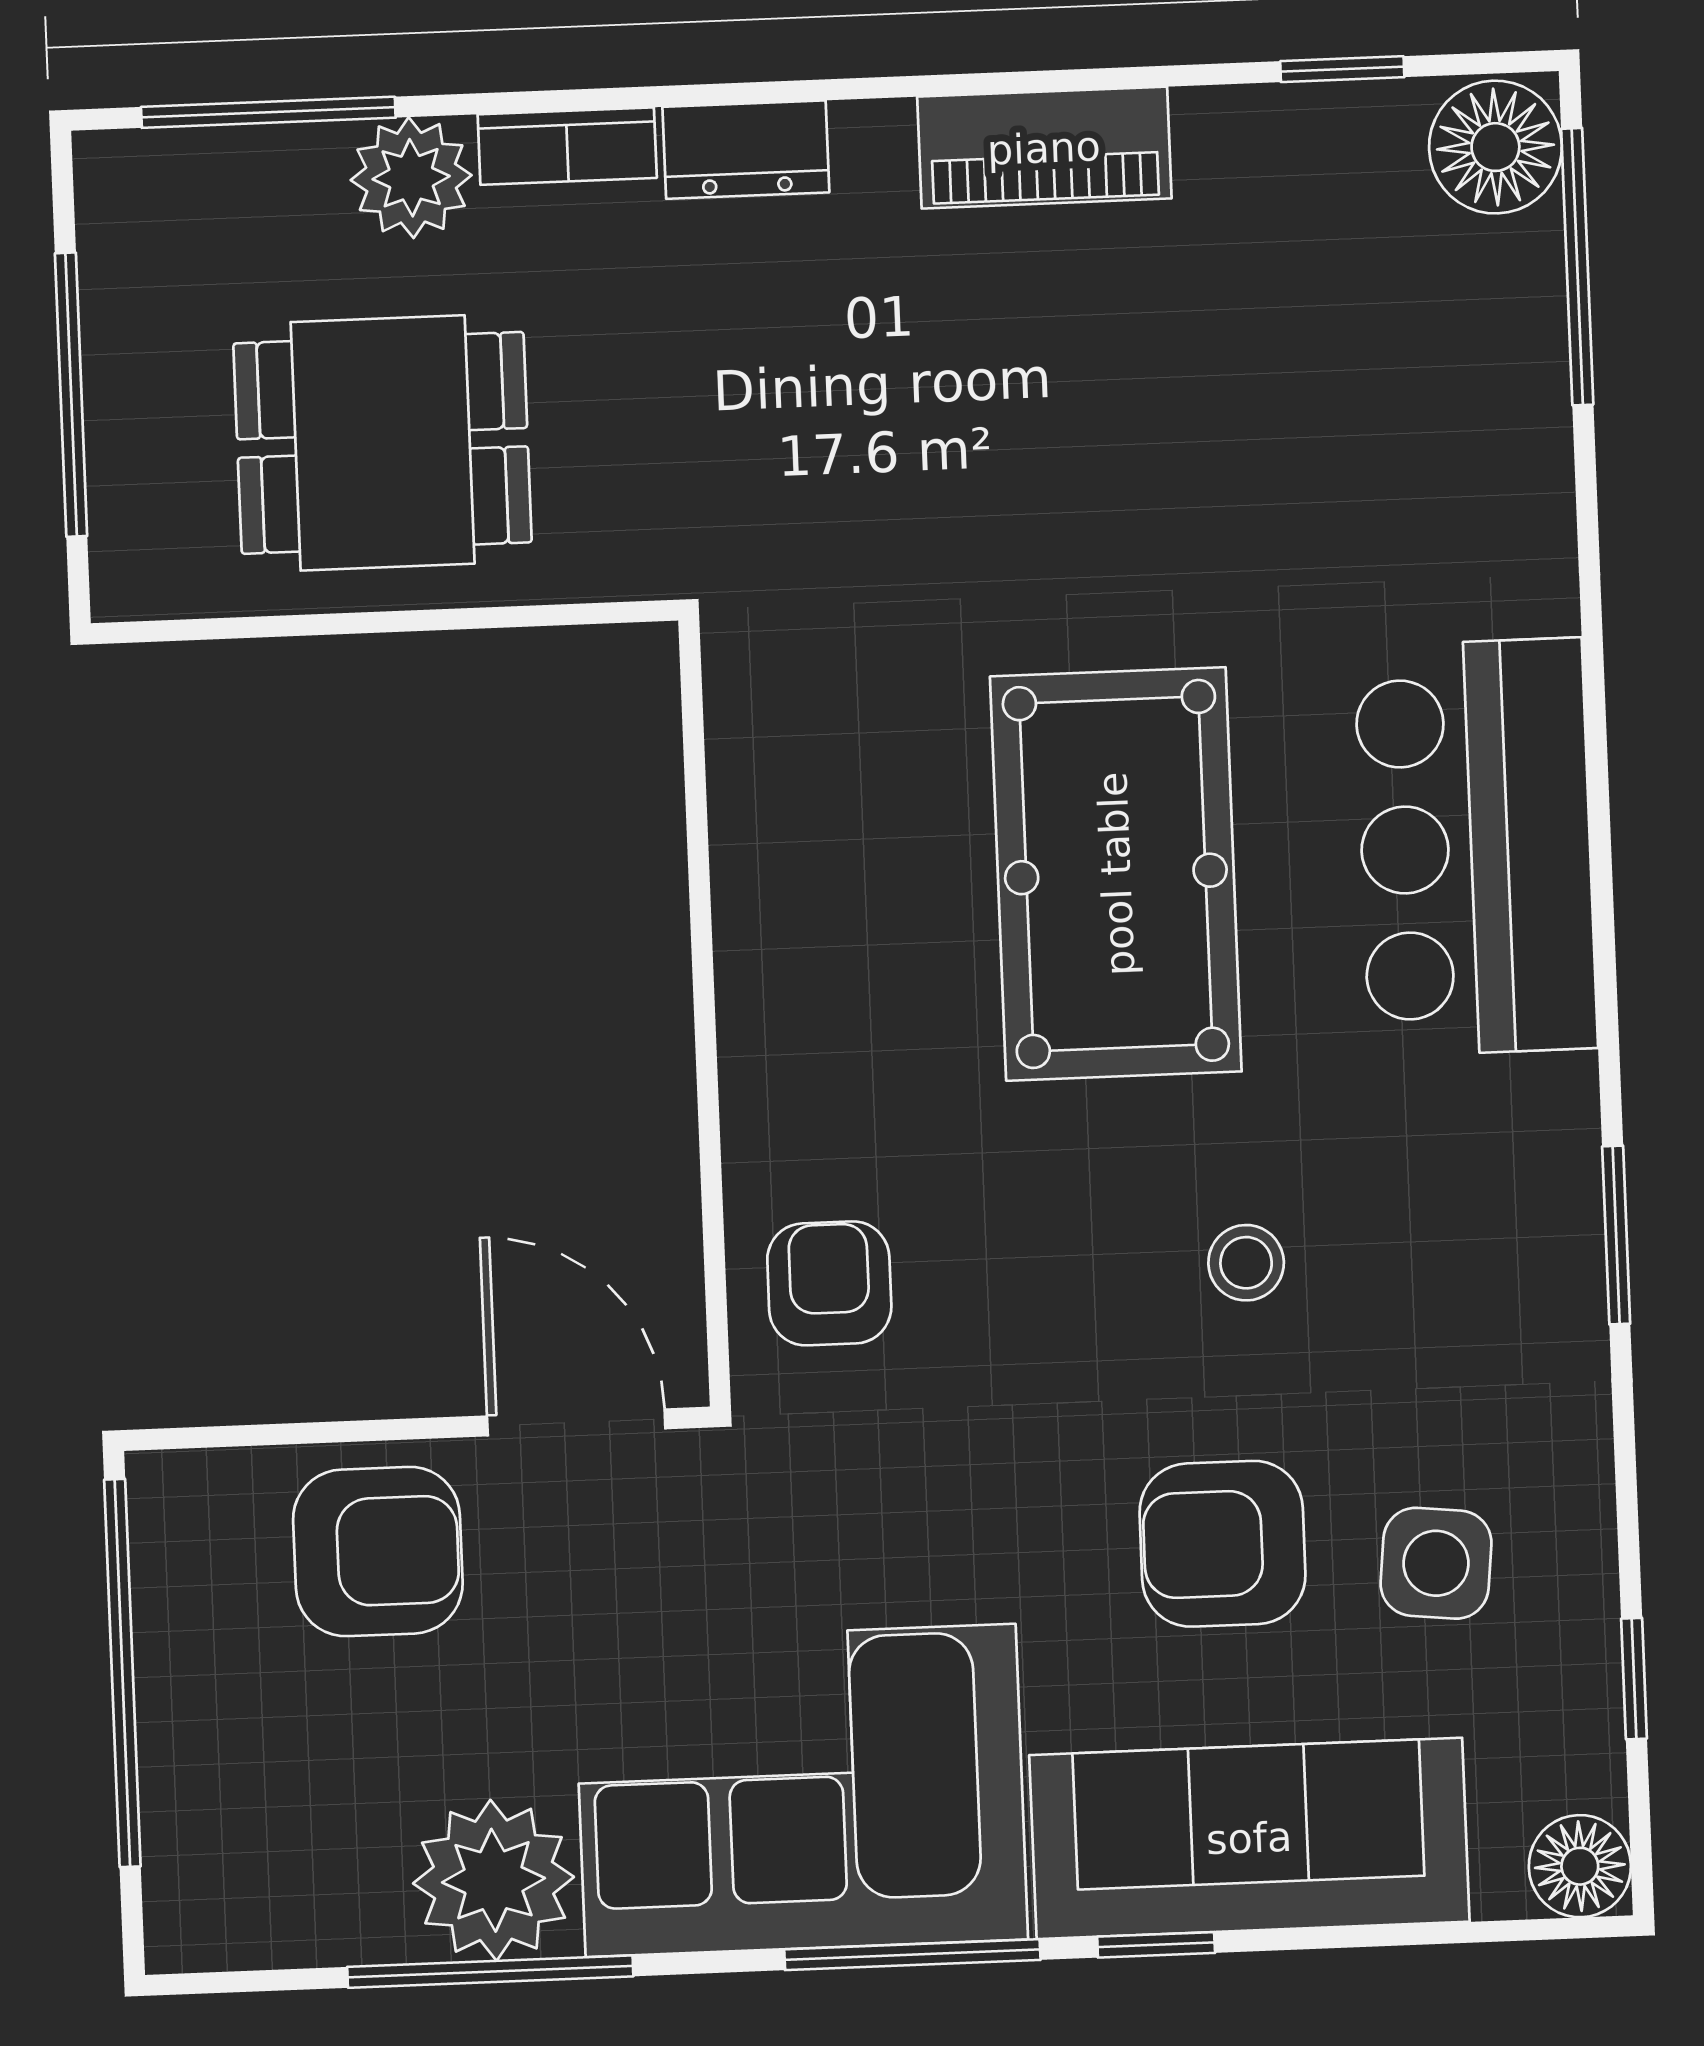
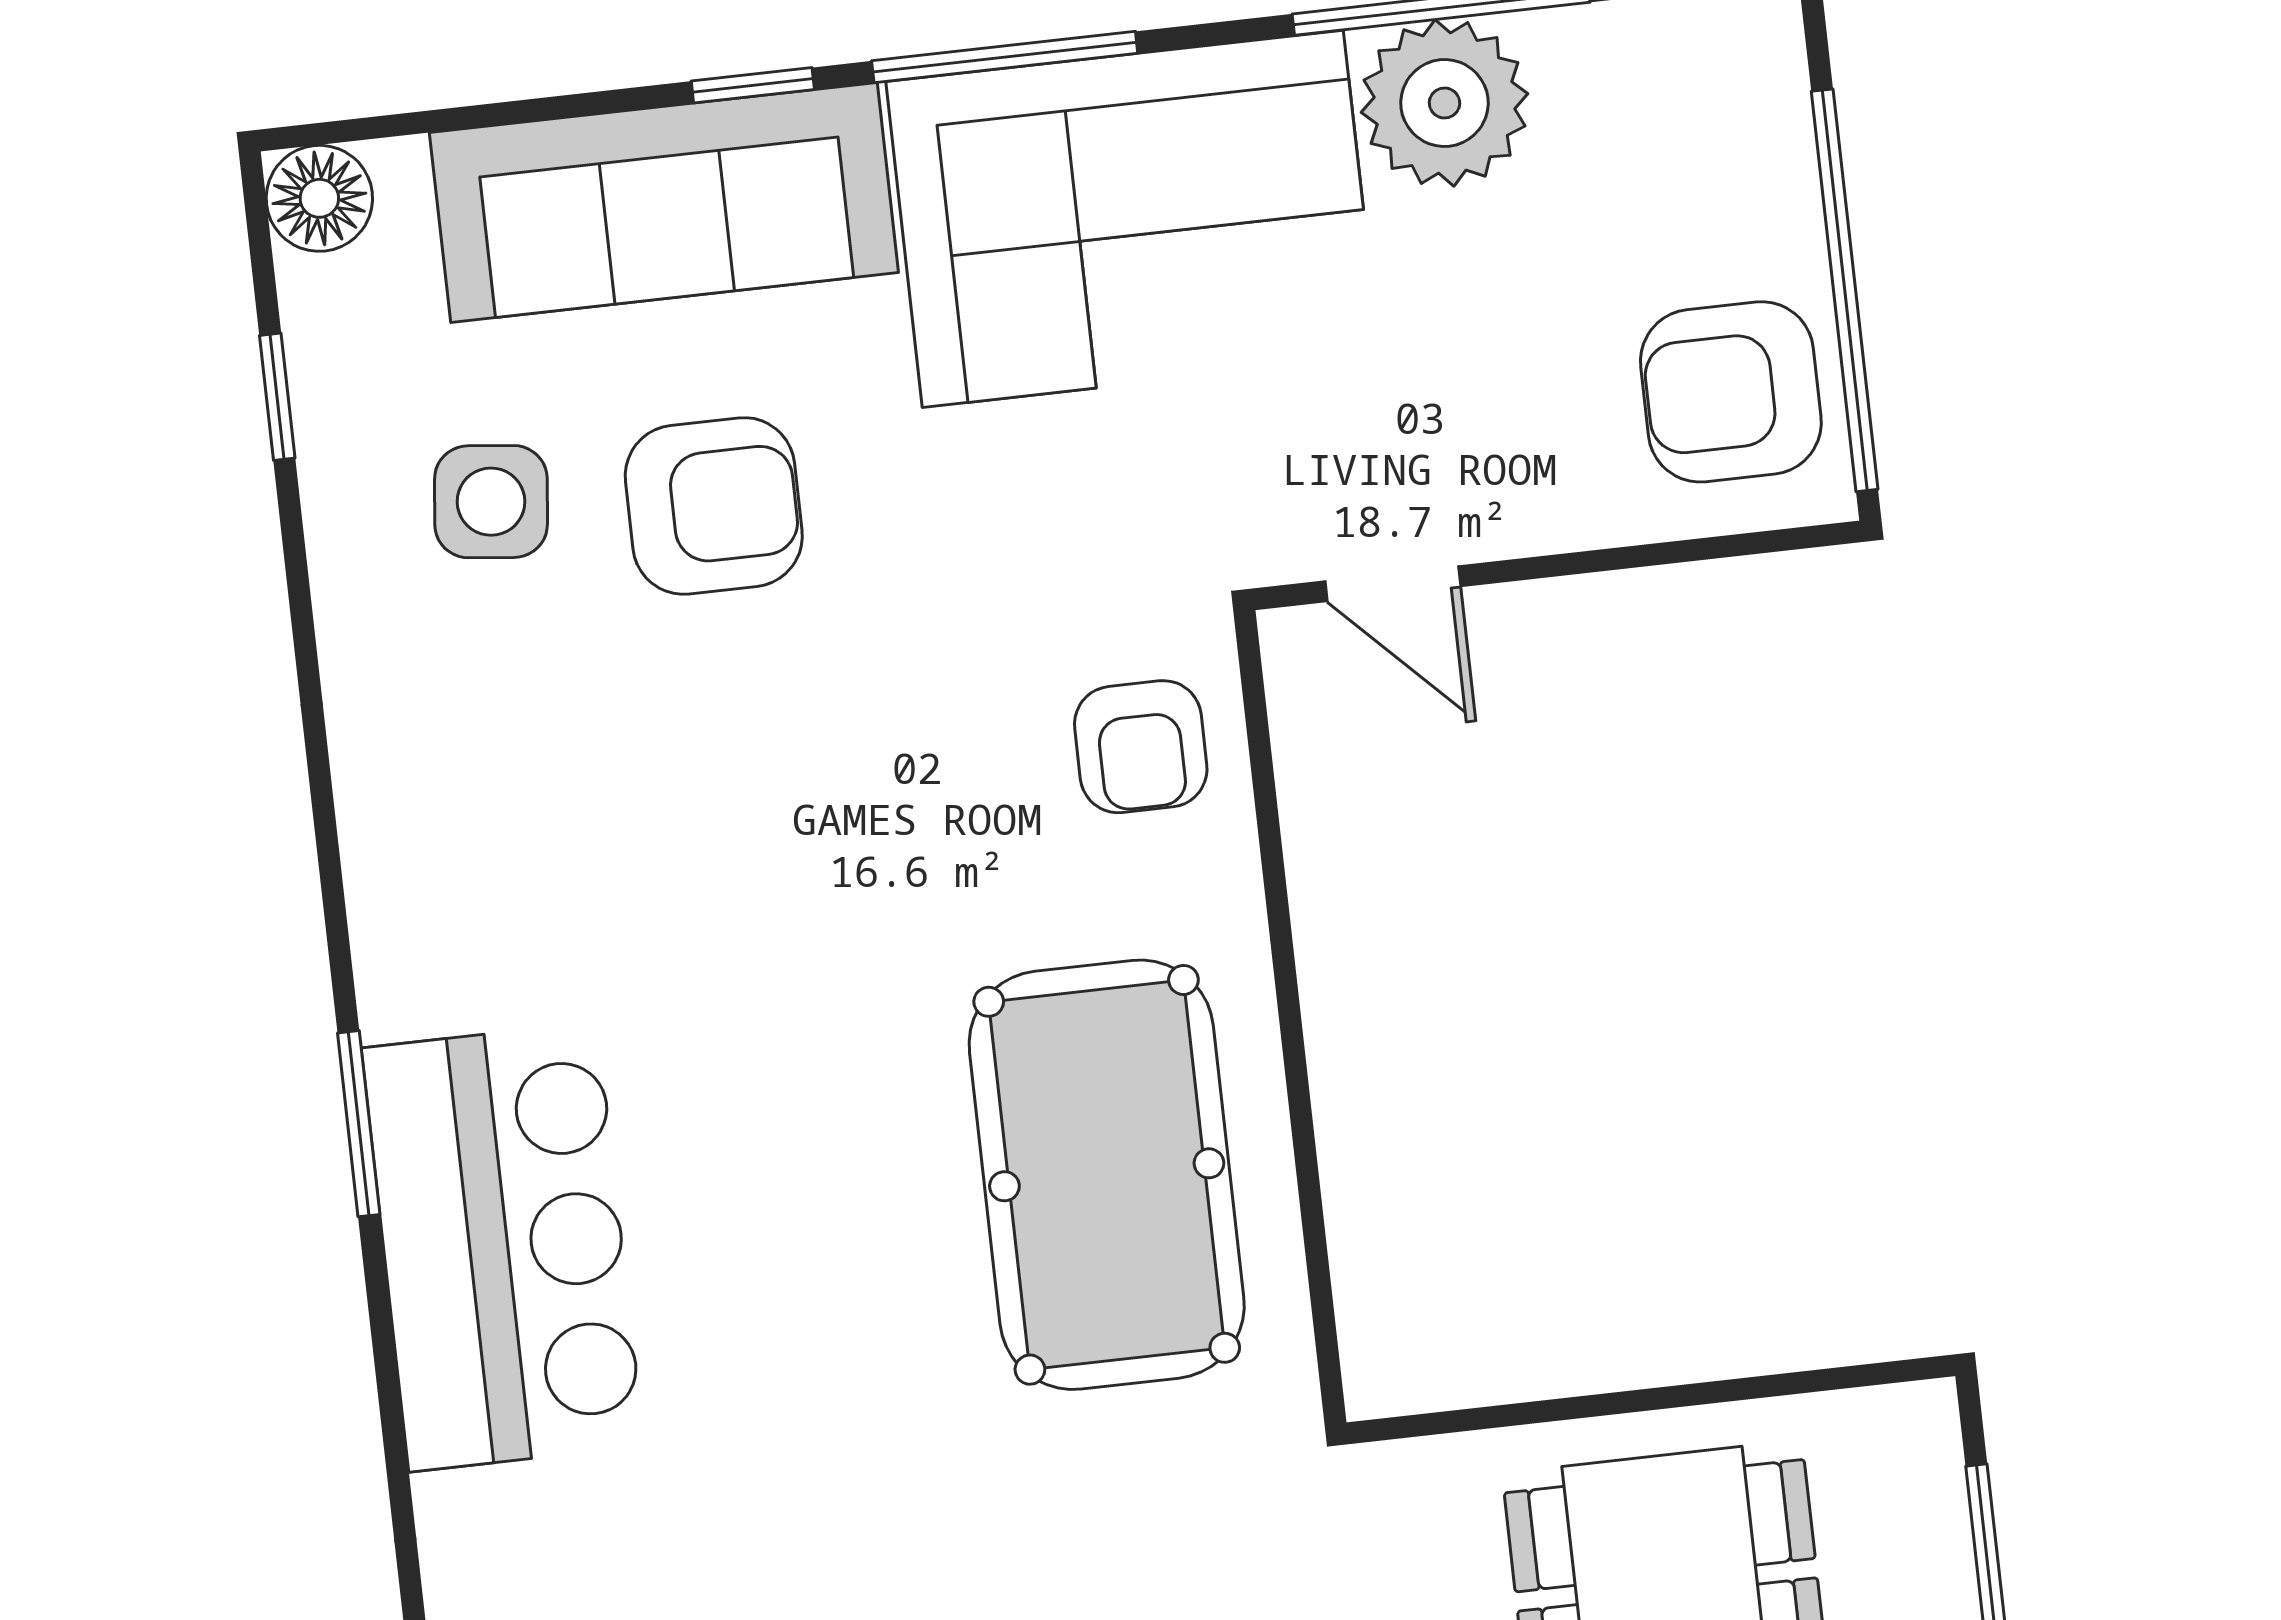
pool table: (1116, 874) -> (1107, 1175), moved
window: (1616, 1235) -> (359, 1124), moved
stool: (1246, 1263) -> (710, 799), removed
door: (576, 1422) -> (1393, 584), width x0.73
armchair: (378, 1552) -> (1731, 392), moved

